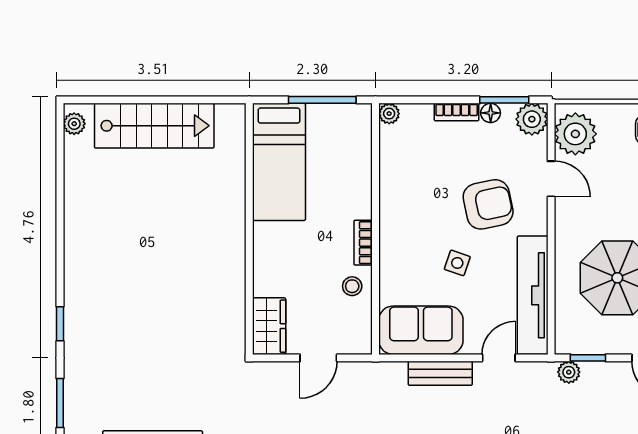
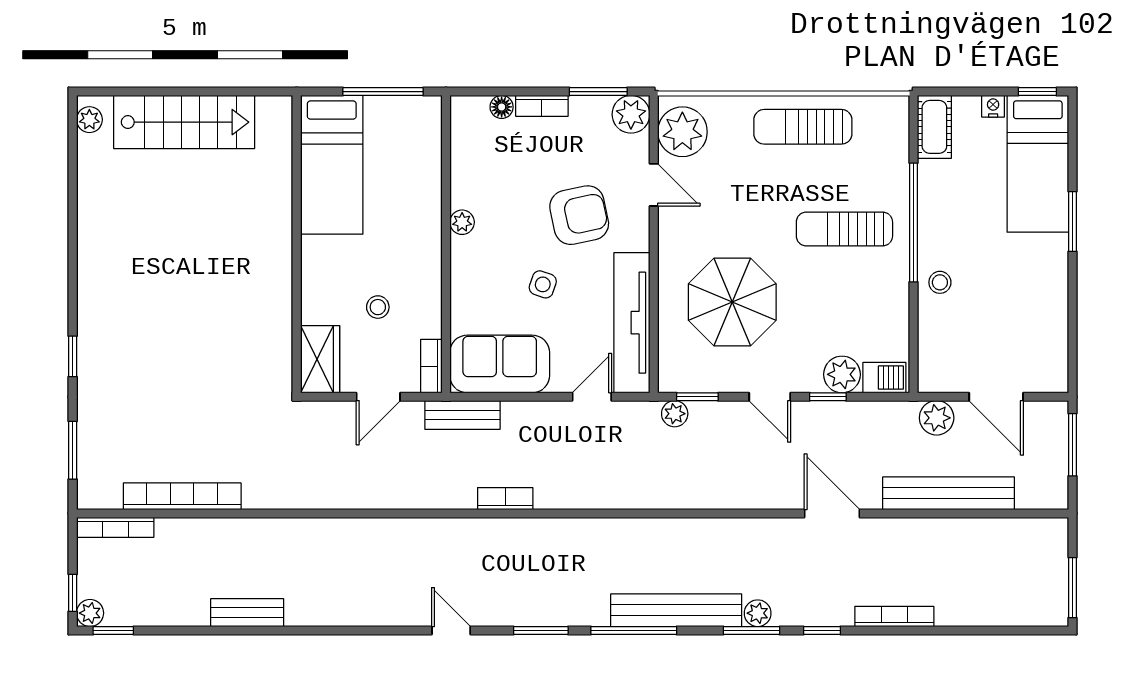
floor lamp: (491, 113) -> (502, 107), moved
plant: (389, 114) -> (462, 222), moved
bookcase: (363, 243) -> (431, 366), moved
stool: (352, 286) -> (378, 307), moved
bench: (440, 373) -> (462, 415), moved

